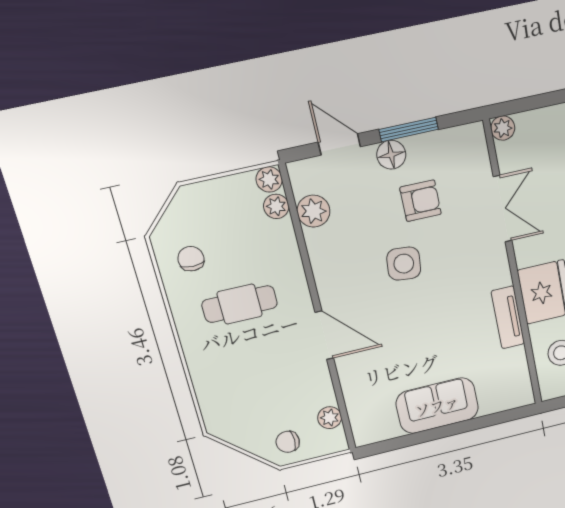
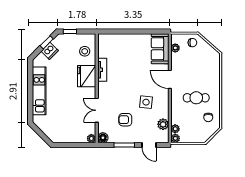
floor lamp: (391, 155) -> (103, 138), moved
side table: (404, 264) -> (146, 102), moved
sofa: (437, 406) -> (160, 49), moved, turned 90

